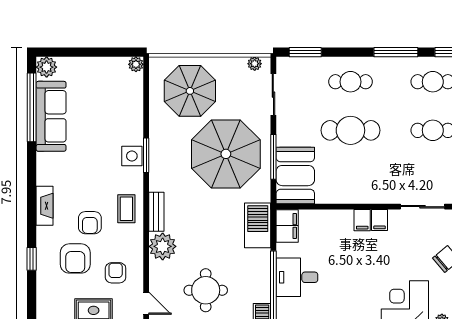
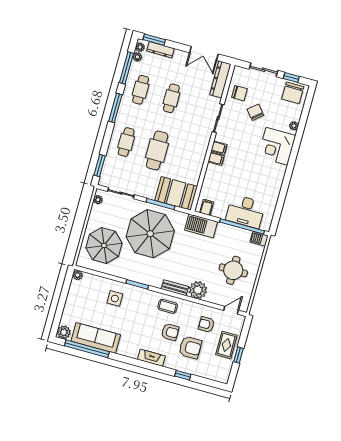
side table: (132, 156) -> (115, 298), moved
filing cabinet: (287, 226) -> (207, 207), width x0.50
desk: (297, 277) -> (245, 211), width x1.37

